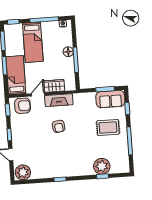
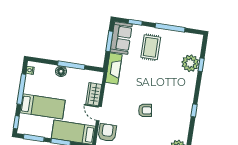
fireplace: (59, 100) -> (114, 69), moved
armchair: (59, 126) -> (145, 110), moved

